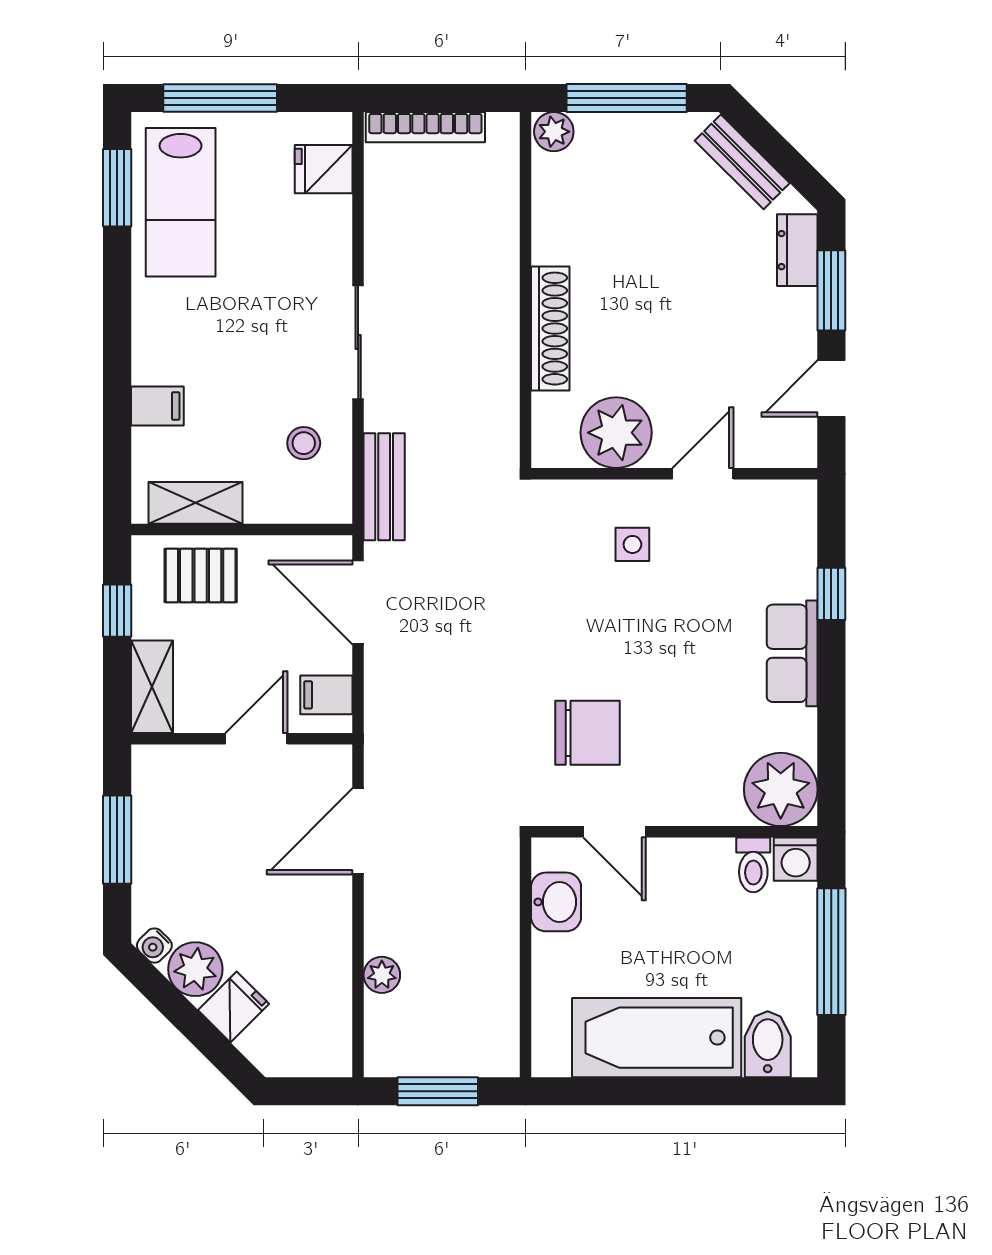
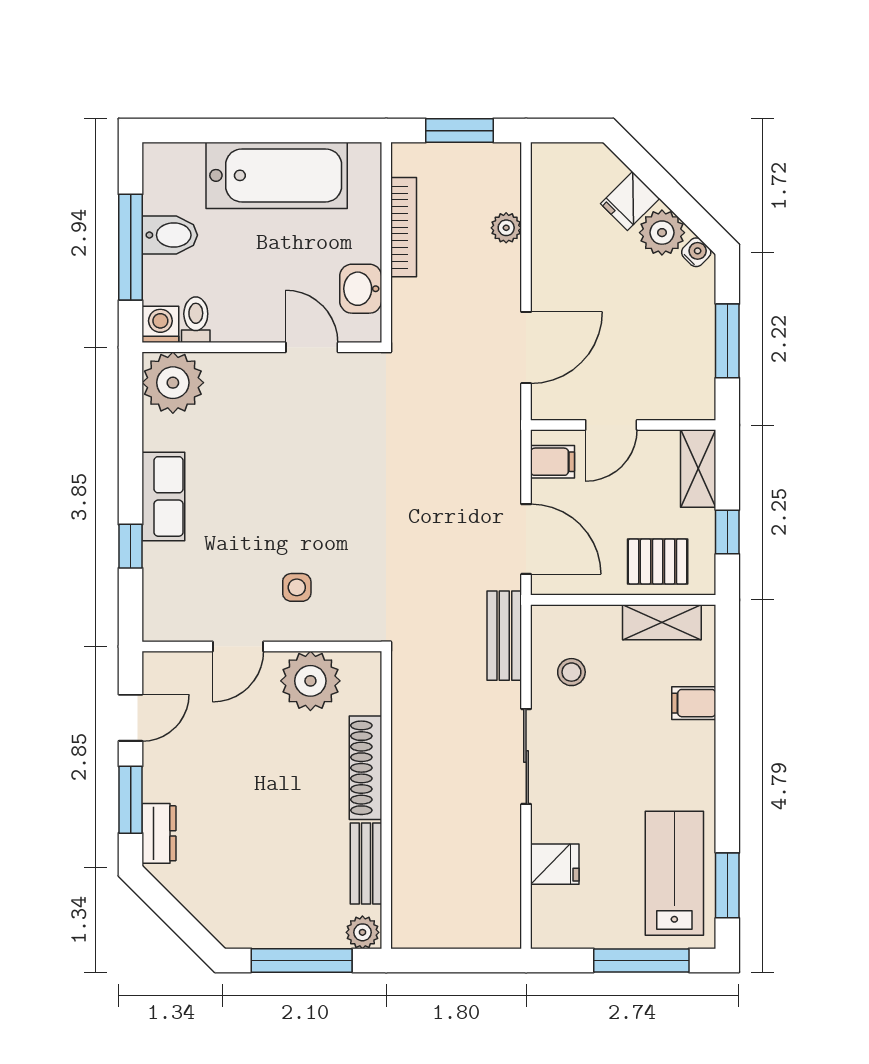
bookcase: (425, 127) -> (404, 227), moved, turned 90
bench: (742, 162) -> (366, 863), moved, turned 45
fridge: (324, 169) -> (555, 864), moved
chair: (587, 733) -> (334, 430), removed
bidet: (768, 1044) -> (170, 235), moved, turned -90

